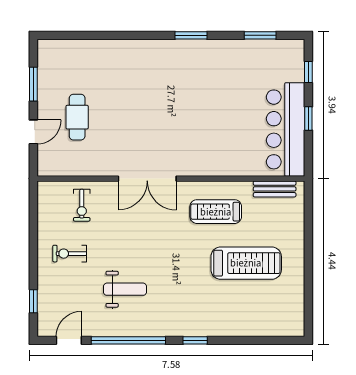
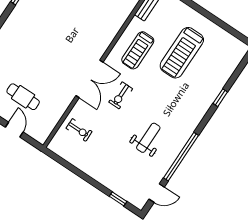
exercise bike: (70, 254) -> (121, 95), moved
treadmill: (246, 263) -> (182, 53), turned 180
door: (69, 340) -> (157, 193), swing flipped
window: (195, 340) -> (220, 98), moved

